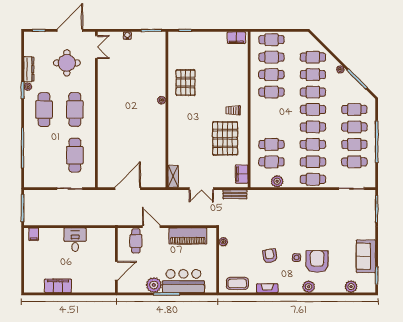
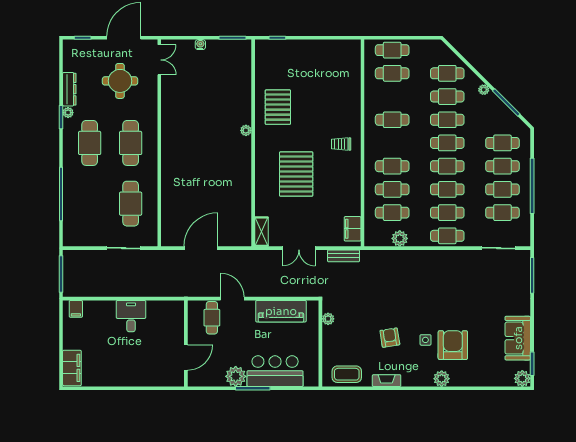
filing cabinet: (236, 38) -> (345, 47), removed
cafe table: (271, 75) -> (392, 166), moved
pallet: (225, 138) -> (296, 174), moved
filing cabinet: (58, 286) -> (72, 368), moved, turned 90
plant: (351, 287) -> (522, 378), moved

